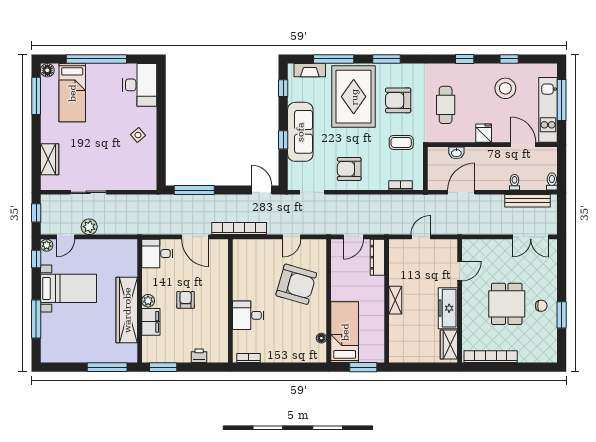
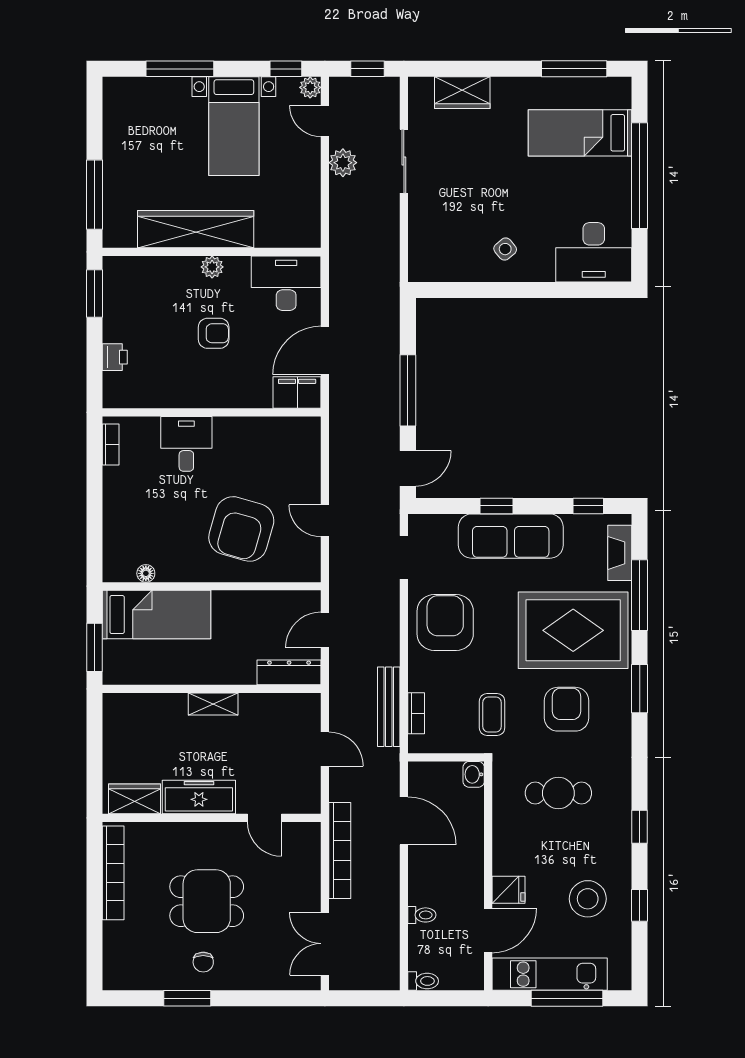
floor lamp: (47, 70) -> (620, 89), removed
fridge: (484, 133) -> (508, 890), moved
washbasin: (456, 153) -> (474, 774), moved
armchair: (349, 169) -> (445, 622), width x1.36, depth x1.36
window: (194, 190) -> (408, 390), moved
bench: (528, 201) -> (389, 707), moved
bookcase: (239, 229) -> (340, 850), moved
door: (353, 237) -> (325, 630), hinge flipped
desk: (157, 254) -> (286, 283), width x1.37
filing cabinet: (151, 322) -> (297, 393), moved, turned 180

